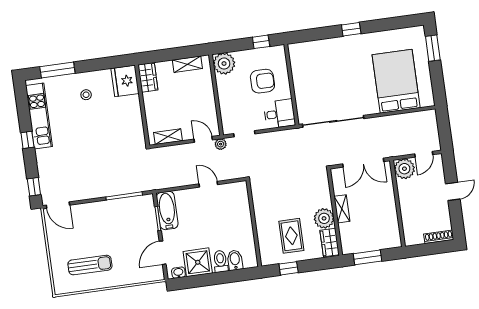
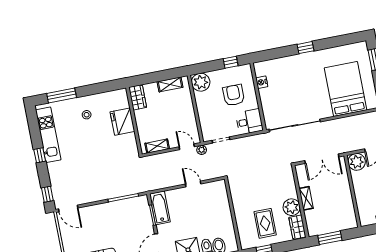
nightstand: (297, 68) -> (262, 82), added
fridge: (125, 81) -> (122, 122), moved
armchair: (262, 81) -> (234, 95), turned -90

